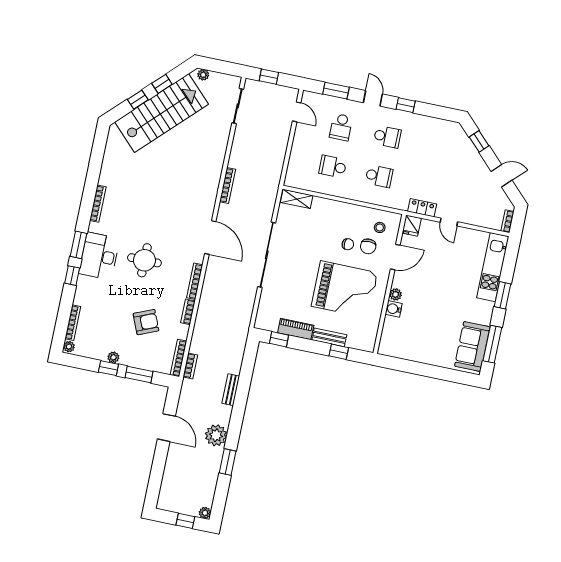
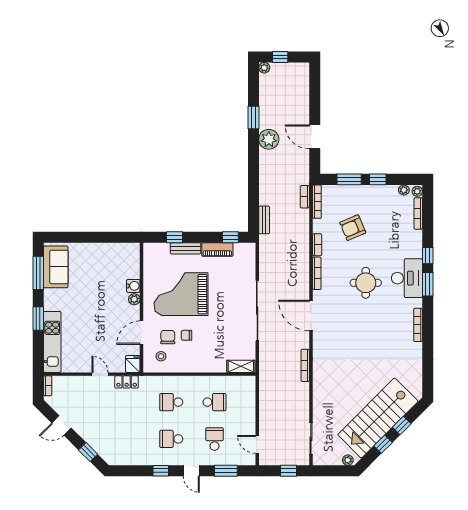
plant: (113, 357) -> (404, 190), moved
bench: (231, 390) -> (264, 220), moved

